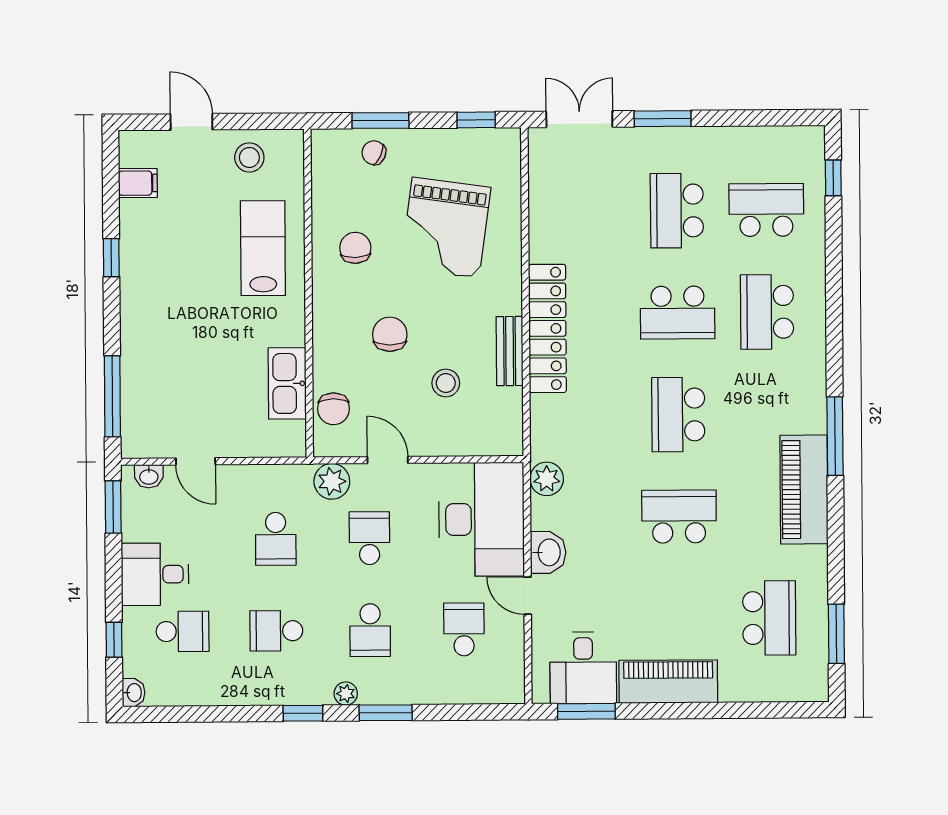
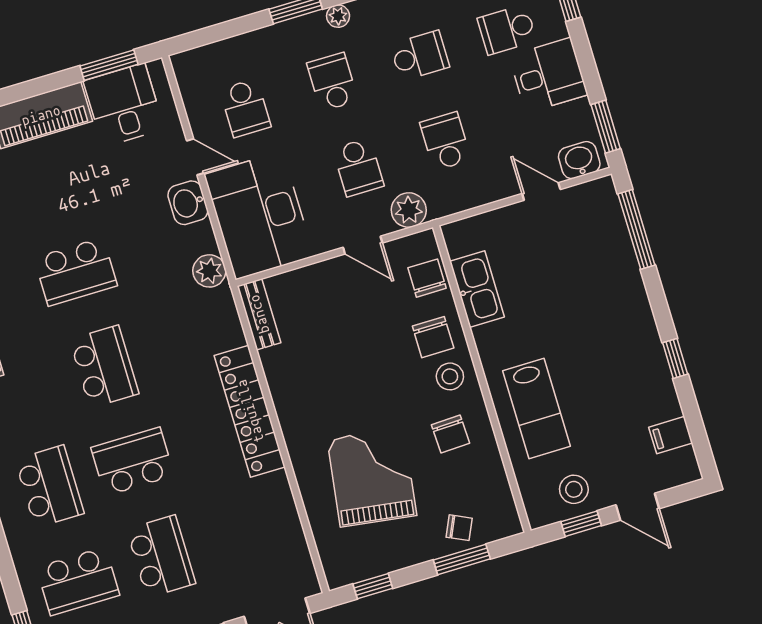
window: (252, 121) -> (581, 524), added
chair: (390, 334) -> (433, 337), moved
bench: (510, 351) -> (259, 314), moved
stool: (446, 383) -> (450, 376), moved
washbasin: (149, 476) -> (579, 160), width x1.38, depth x1.45

